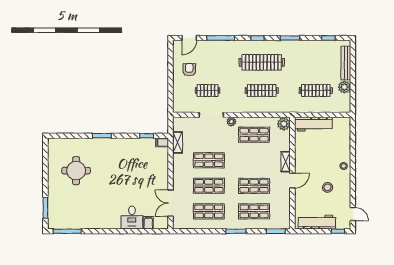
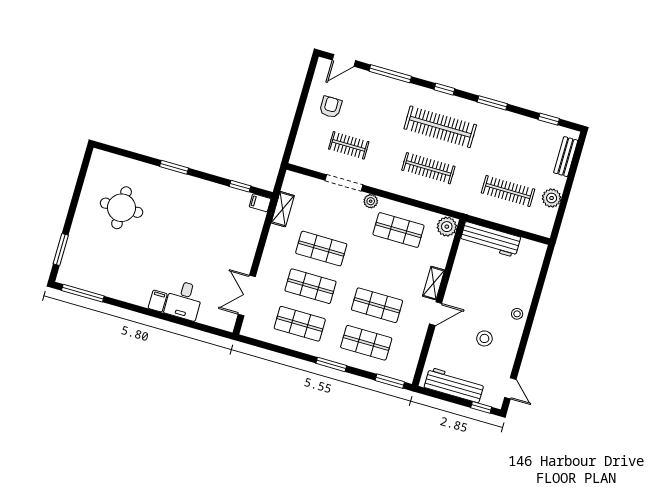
bench: (346, 63) -> (566, 157), width x0.73
filing cabinet: (148, 223) -> (158, 301), moved

